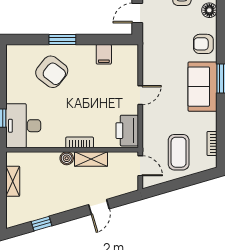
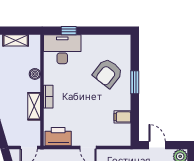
boiler: (67, 158) -> (35, 74), moved

